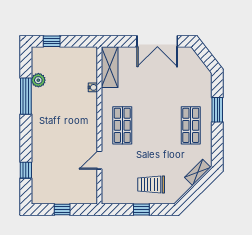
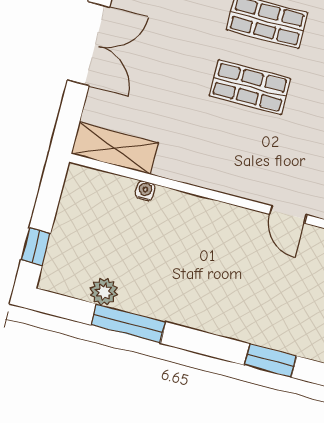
shop shelf: (122, 125) -> (250, 87), moved
window: (26, 170) -> (270, 361), width x1.50

